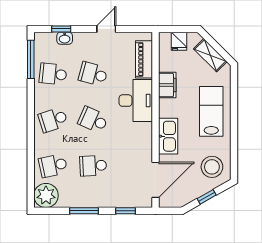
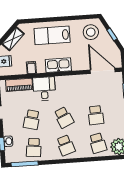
filing cabinet: (167, 85) -> (31, 68), width x0.50
desk: (136, 101) -> (44, 89), width x0.73
school desk: (93, 120) -> (64, 117), turned -48
kitchen sink: (168, 136) -> (58, 65), moved

